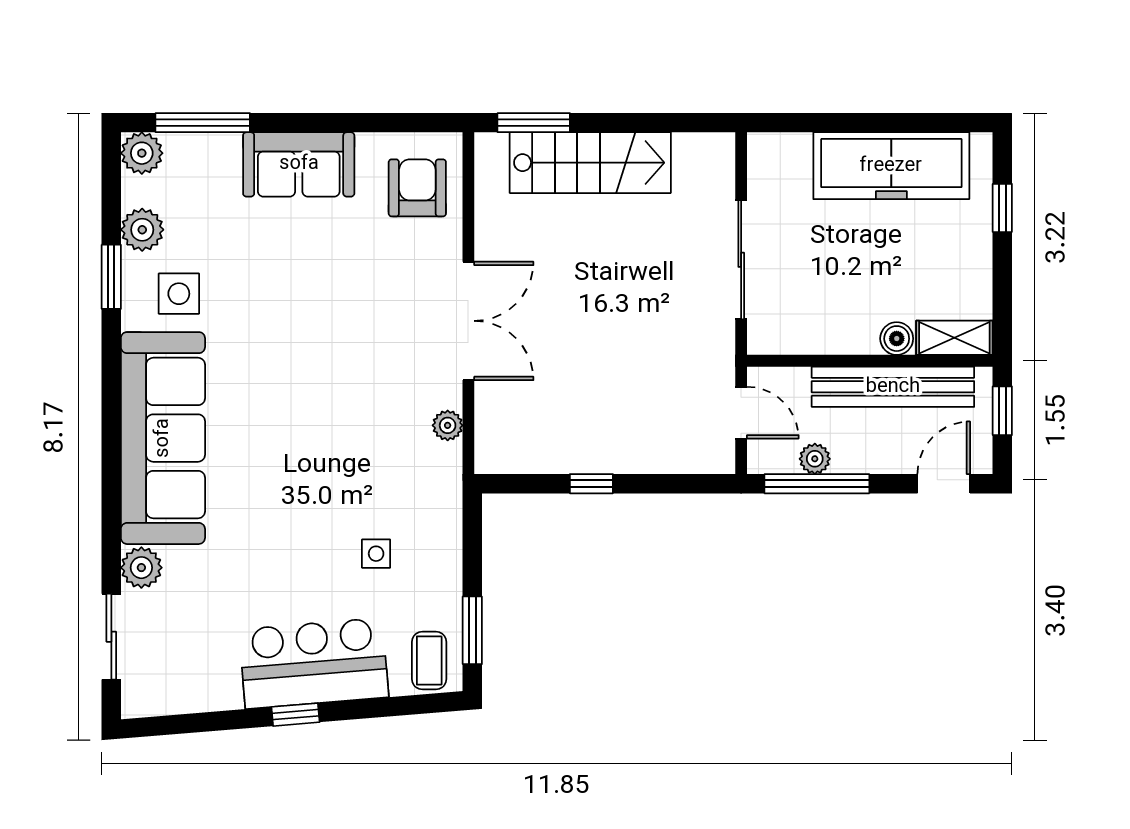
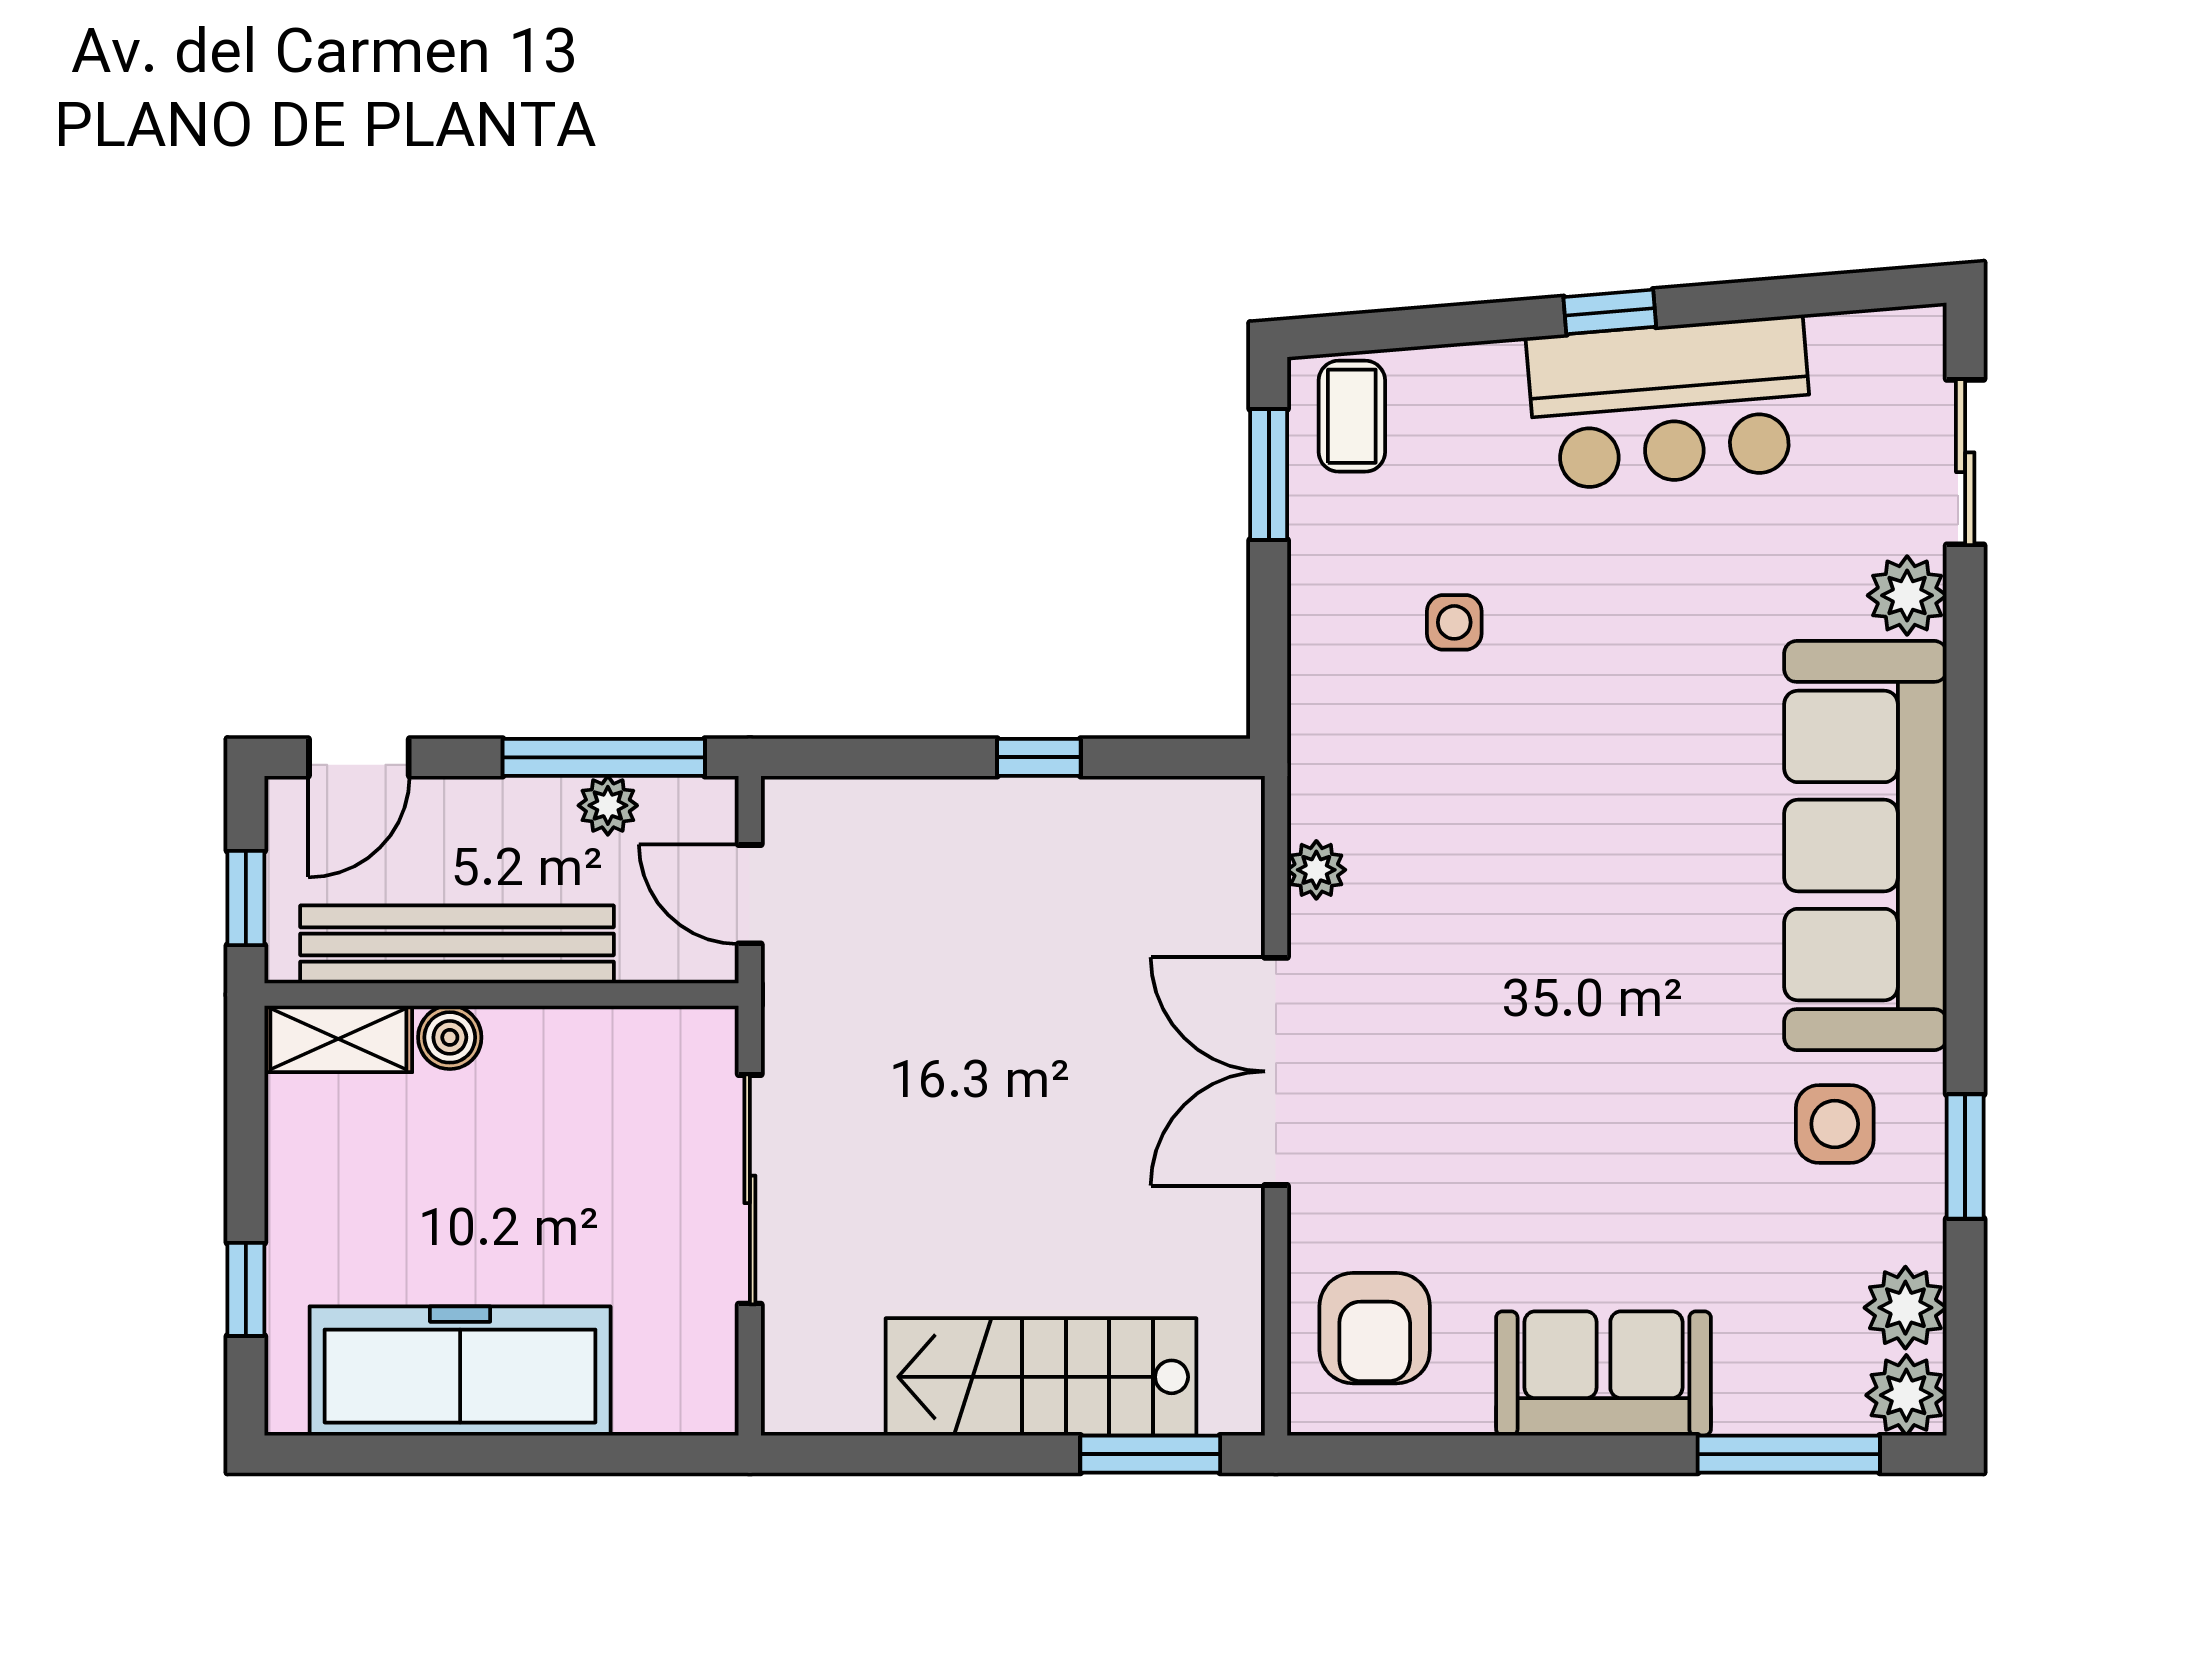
plant: (142, 230) -> (1905, 1308), moved
bar counter: (314, 663) -> (1670, 403), moved

